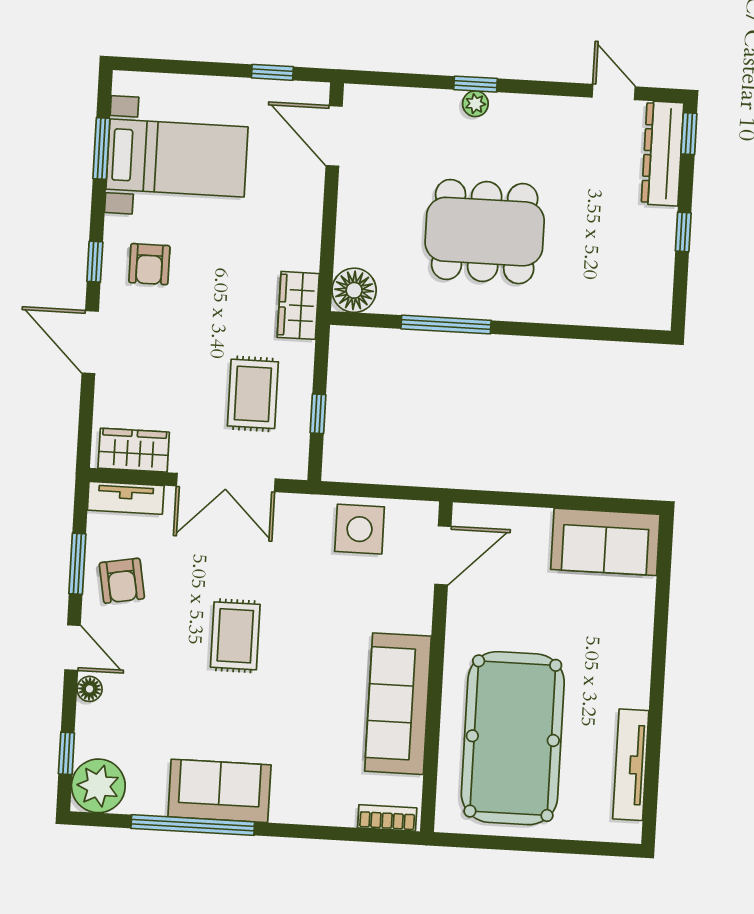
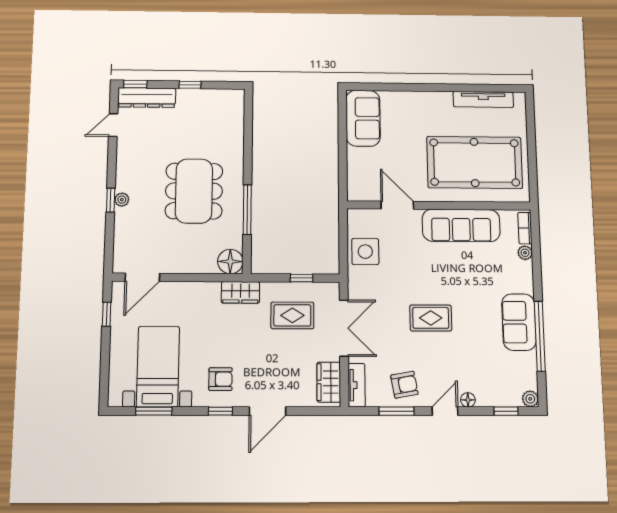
door: (443, 555) -> (397, 205), moved
plant: (98, 786) -> (530, 399), width x0.53, depth x0.53
plant: (343, 814) -> (525, 253), added

